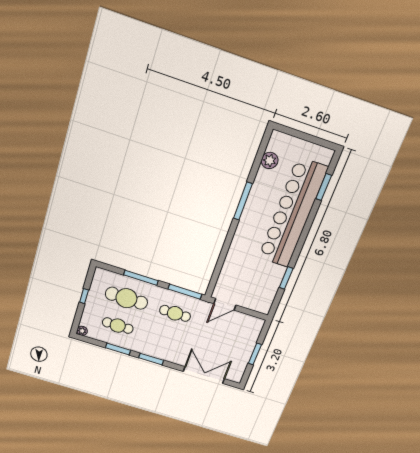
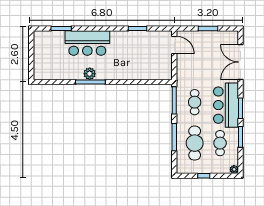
plant: (270, 160) -> (90, 74), moved
bar counter: (293, 213) -> (87, 43), width x0.54
door: (225, 304) -> (174, 45), moved
bar counter: (160, 345) -> (226, 105), added

